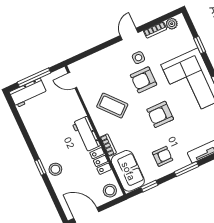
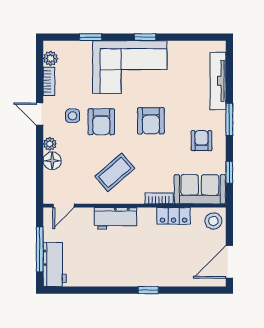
plant: (111, 51) -> (50, 144), added
floor lamp: (100, 58) -> (52, 161), added
workbench: (86, 134) -> (115, 218), moved
stool: (55, 169) -> (159, 273), removed

